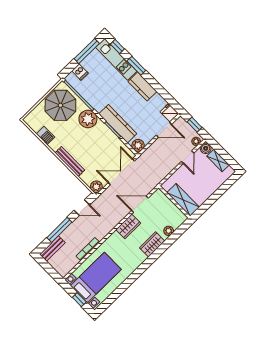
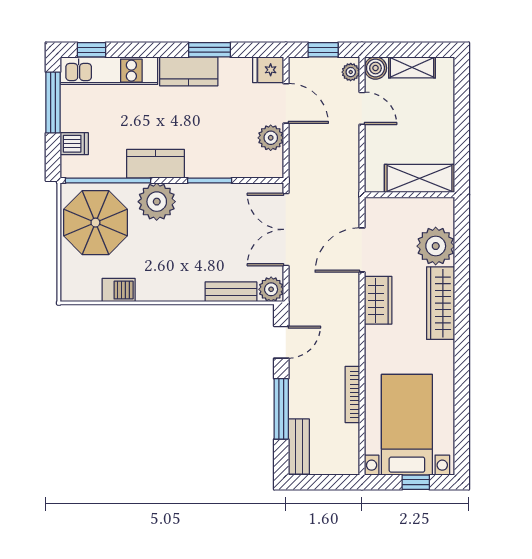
window: (136, 66) -> (210, 50), moved
kitchen counter: (118, 124) -> (155, 164), moved, width x0.67
door: (164, 130) -> (286, 103), hinge flipped
plant: (138, 145) -> (271, 138), moved
bench: (70, 161) -> (231, 292), moved, width x0.73
plant: (169, 231) -> (436, 246), width x1.87, depth x1.87
wardrobe: (152, 244) -> (441, 303), width x1.50

